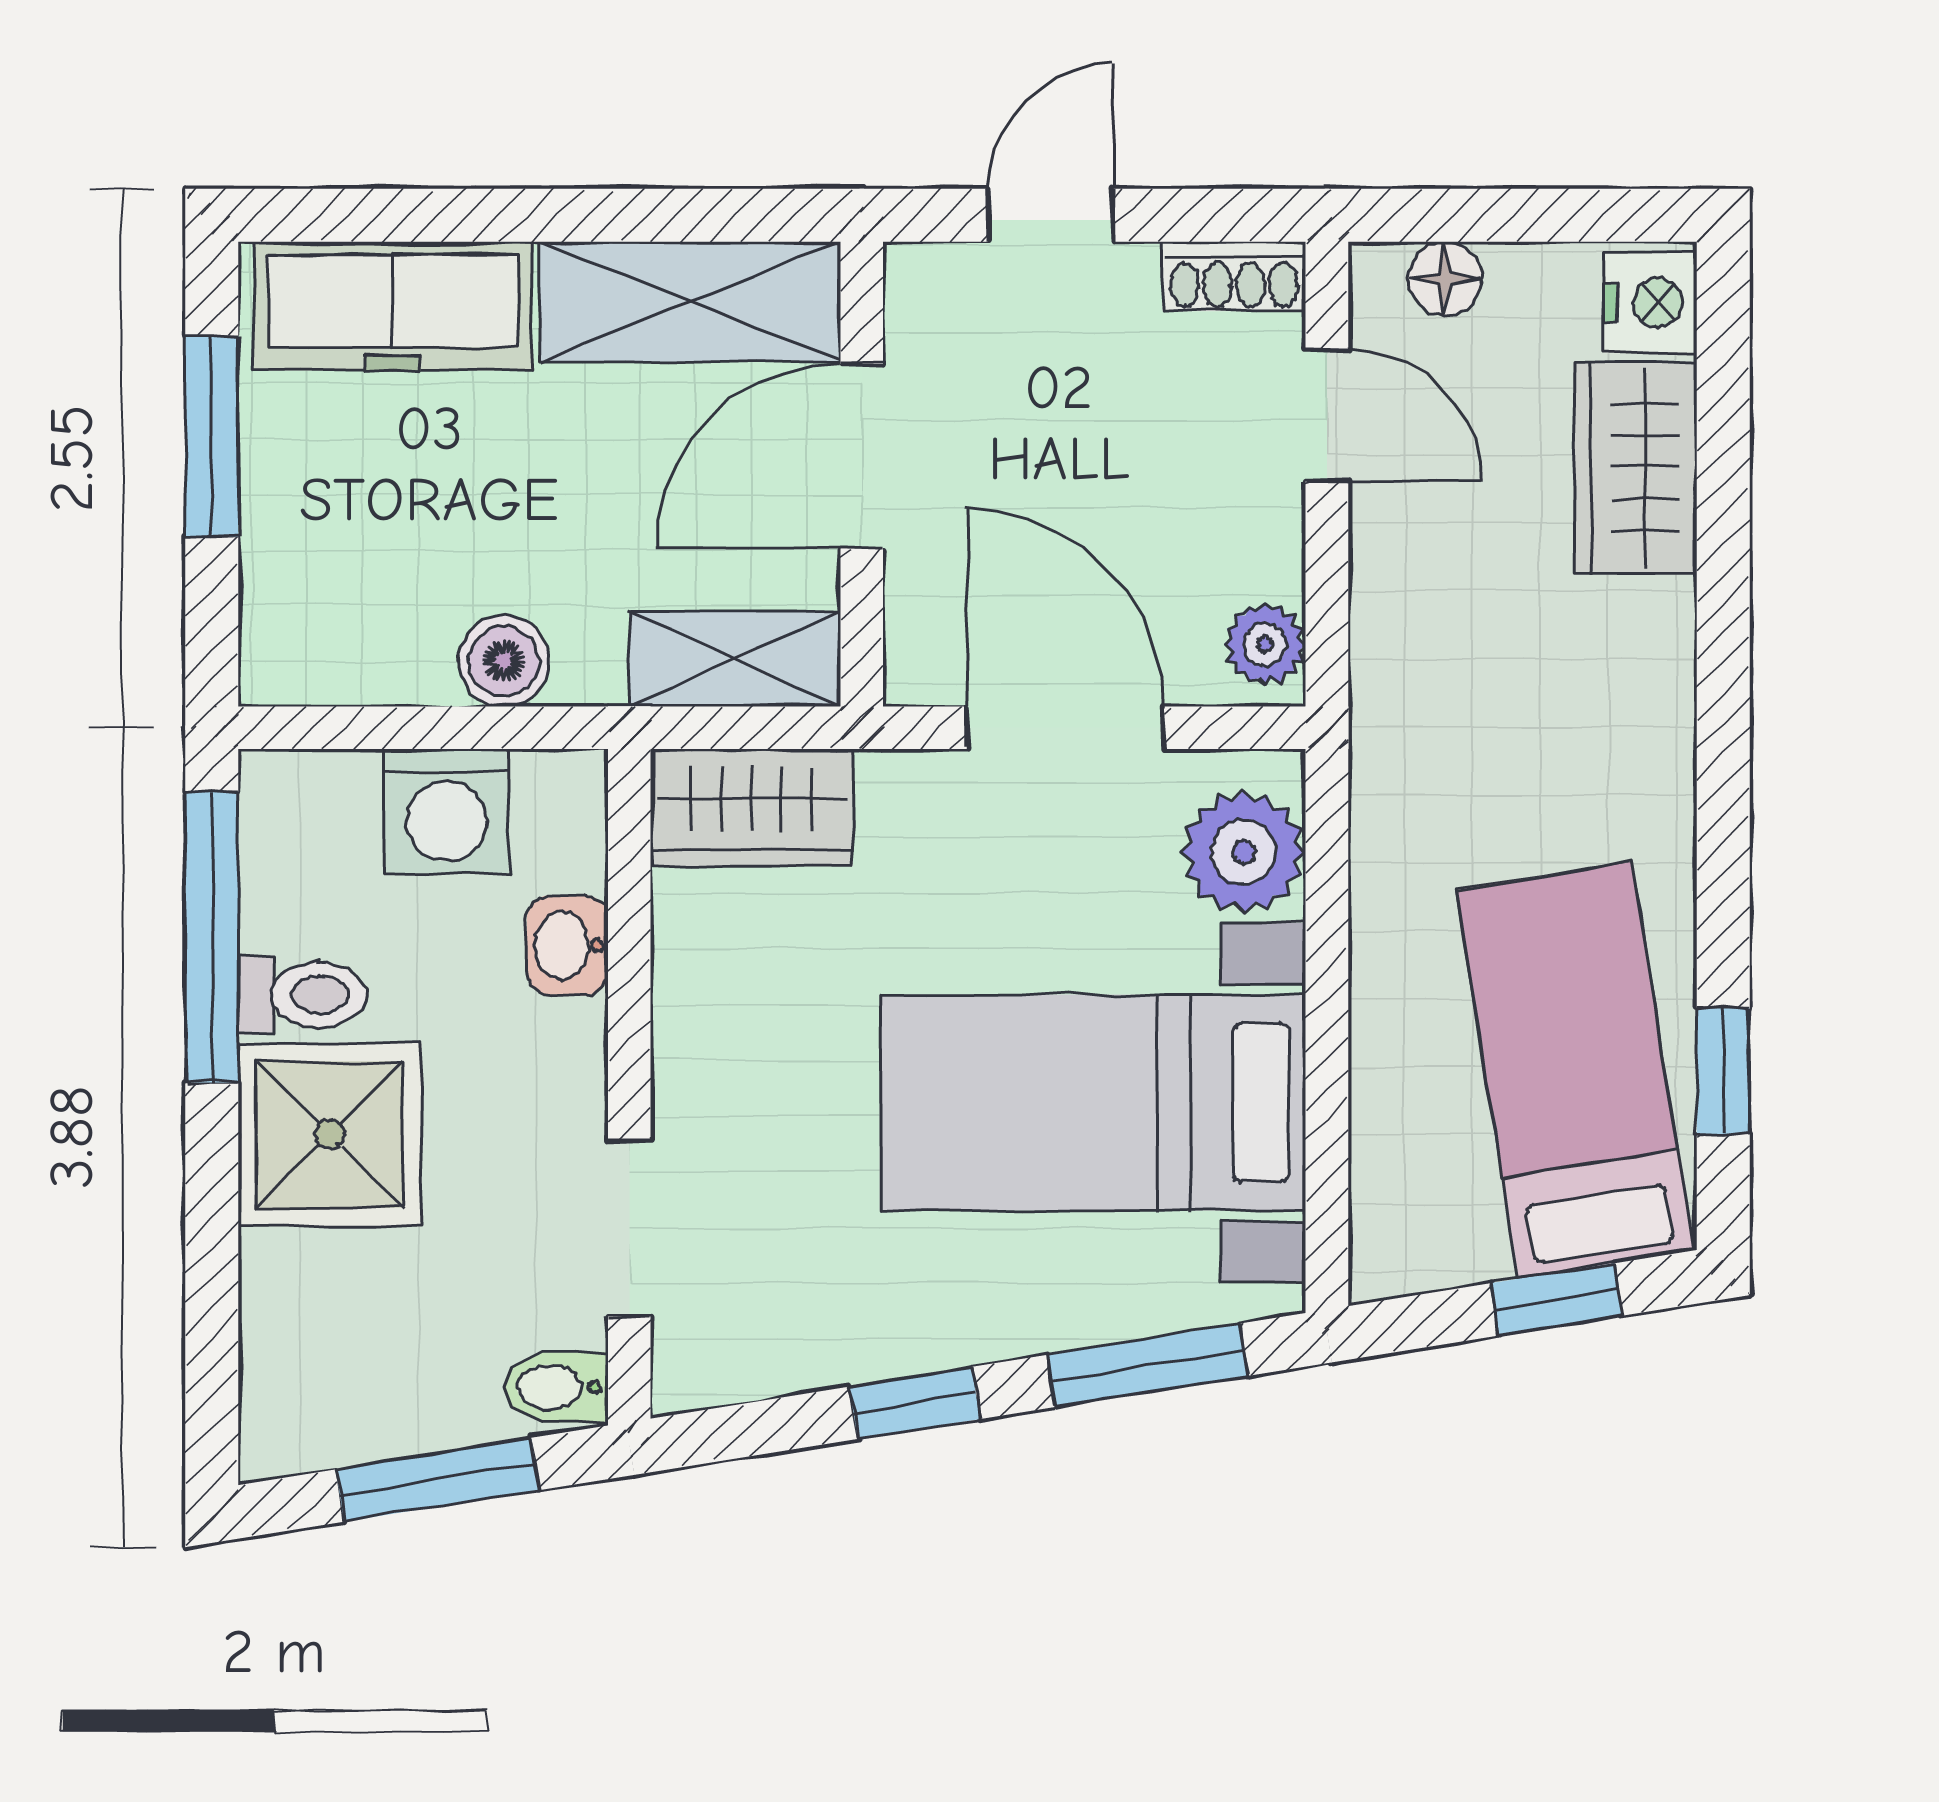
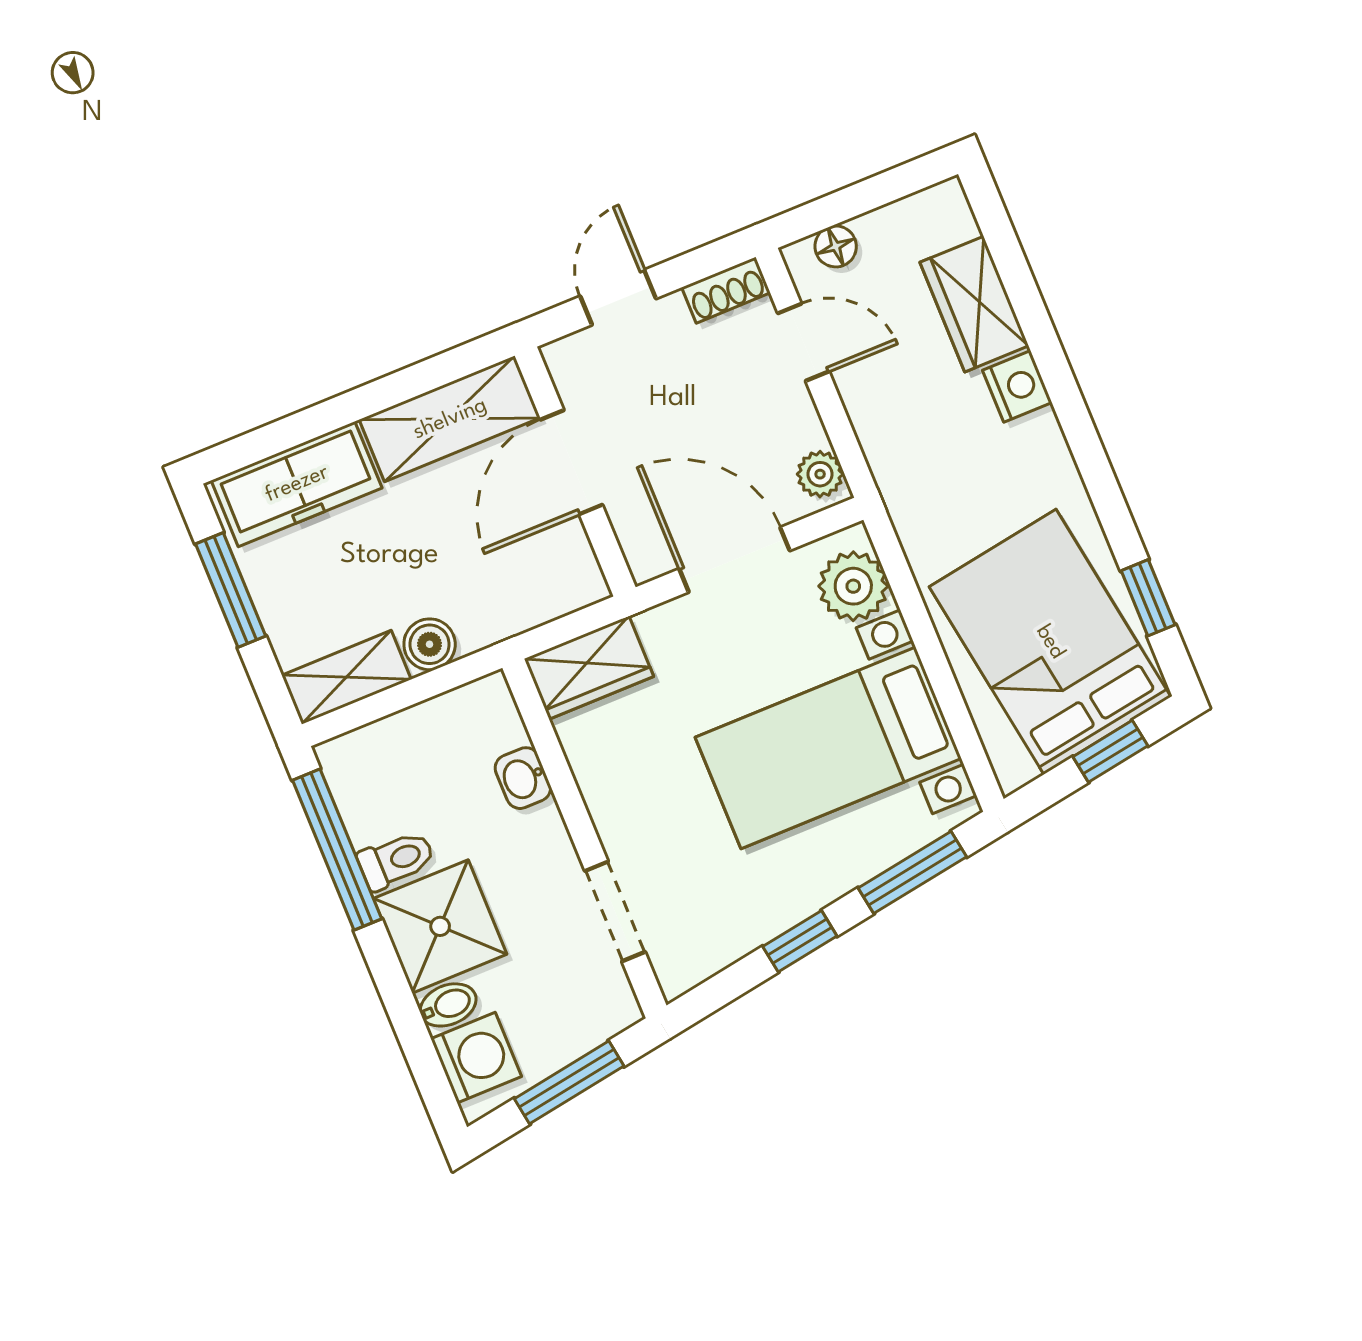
nightstand: (1650, 303) -> (1017, 386), moved
shelving: (735, 659) -> (346, 677), moved
washing machine: (446, 811) -> (476, 1058), moved, turned -90
bed: (1575, 1070) -> (1050, 642), width x1.50
bidet: (556, 1387) -> (448, 1005), moved, turned 180

